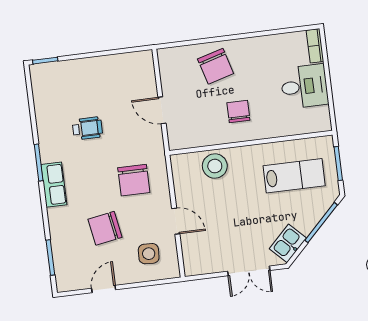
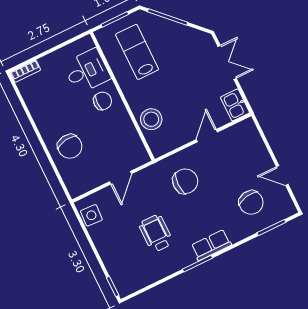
chair: (216, 66) -> (70, 146), turned 97
desk: (304, 86) -> (87, 71), moved, turned 90
chair: (238, 112) -> (102, 101), moved, turned 180
wheelchair: (87, 128) -> (156, 233), width x1.36, depth x1.37
chair: (105, 228) -> (251, 202), moved
kitchen sink: (288, 243) -> (235, 105), moved, turned 45
side table: (149, 254) -> (91, 215), moved

